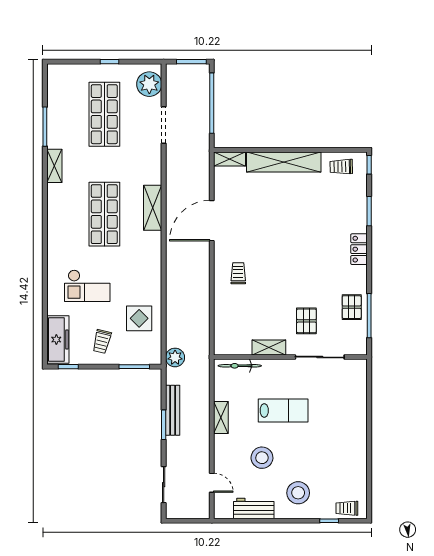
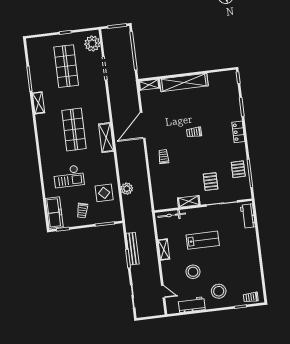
trolley: (341, 167) -> (194, 132), moved
shelving: (153, 208) -> (106, 138), moved
plant: (175, 357) -> (127, 189), moved
workbench: (358, 382) -> (248, 216), added

